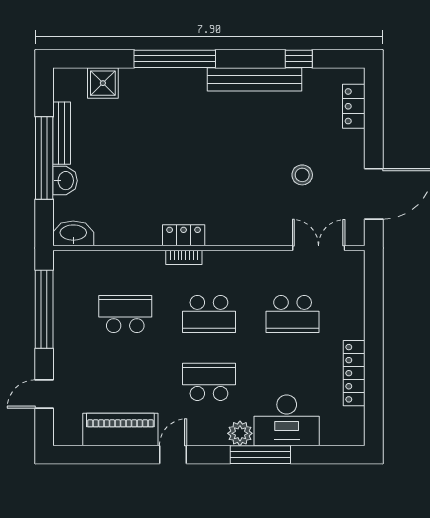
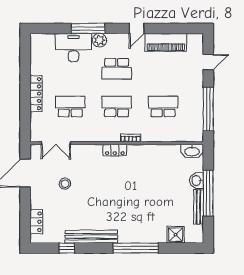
locker: (184, 235) -> (115, 150), moved
school desk: (125, 314) -> (163, 106), turned 180
locker: (354, 373) -> (36, 94), moved

